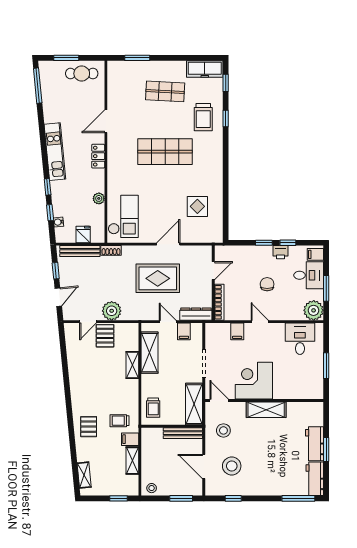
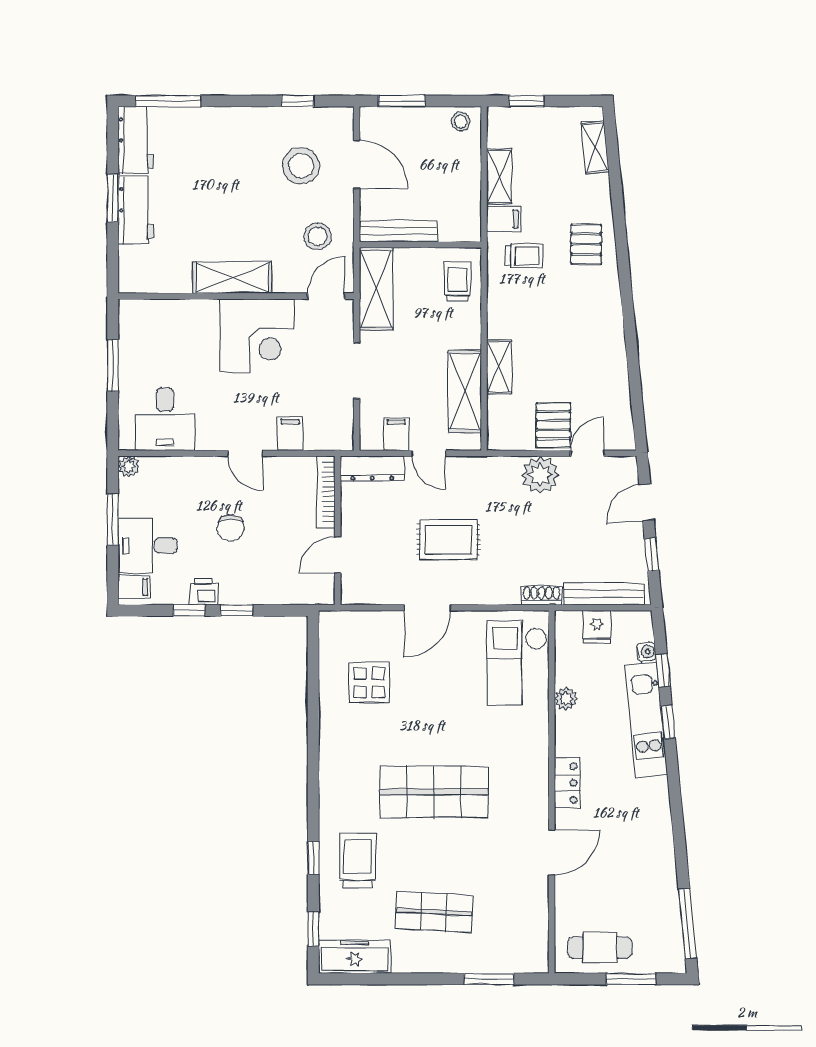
kitchen unit: (55, 152) -> (646, 720), moved
rug: (158, 278) -> (448, 540), width x0.73, depth x0.70
plant: (314, 310) -> (129, 466), width x0.53, depth x0.53
door: (219, 401) -> (326, 296), swing flipped

